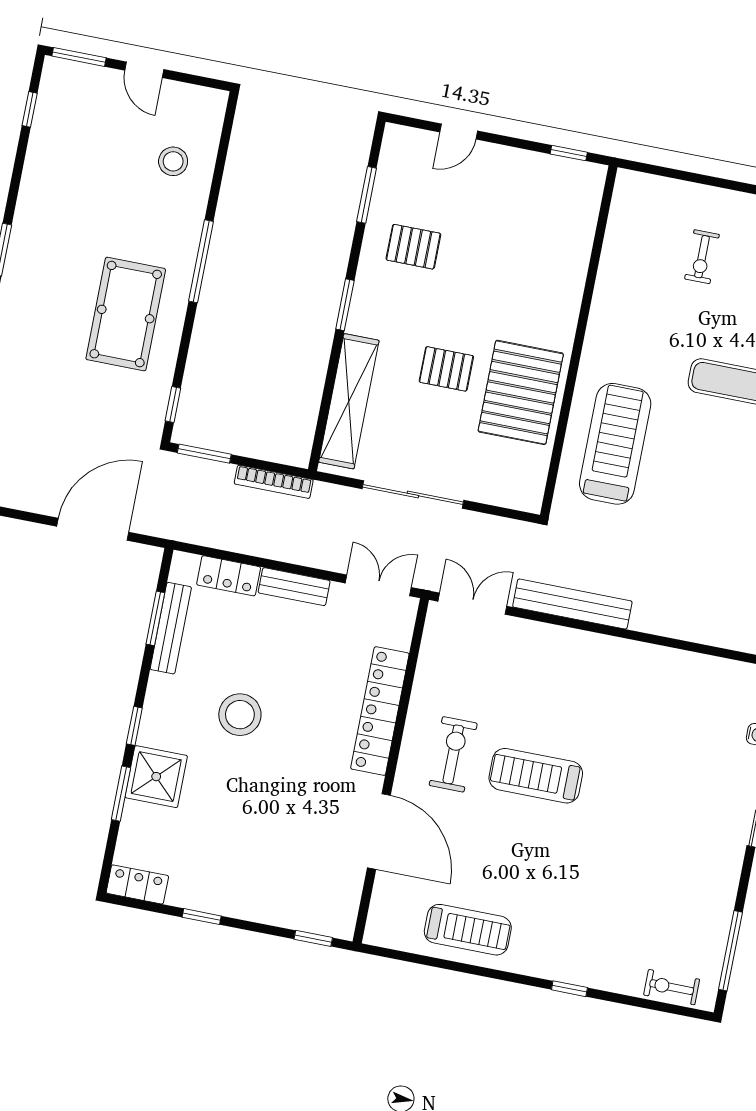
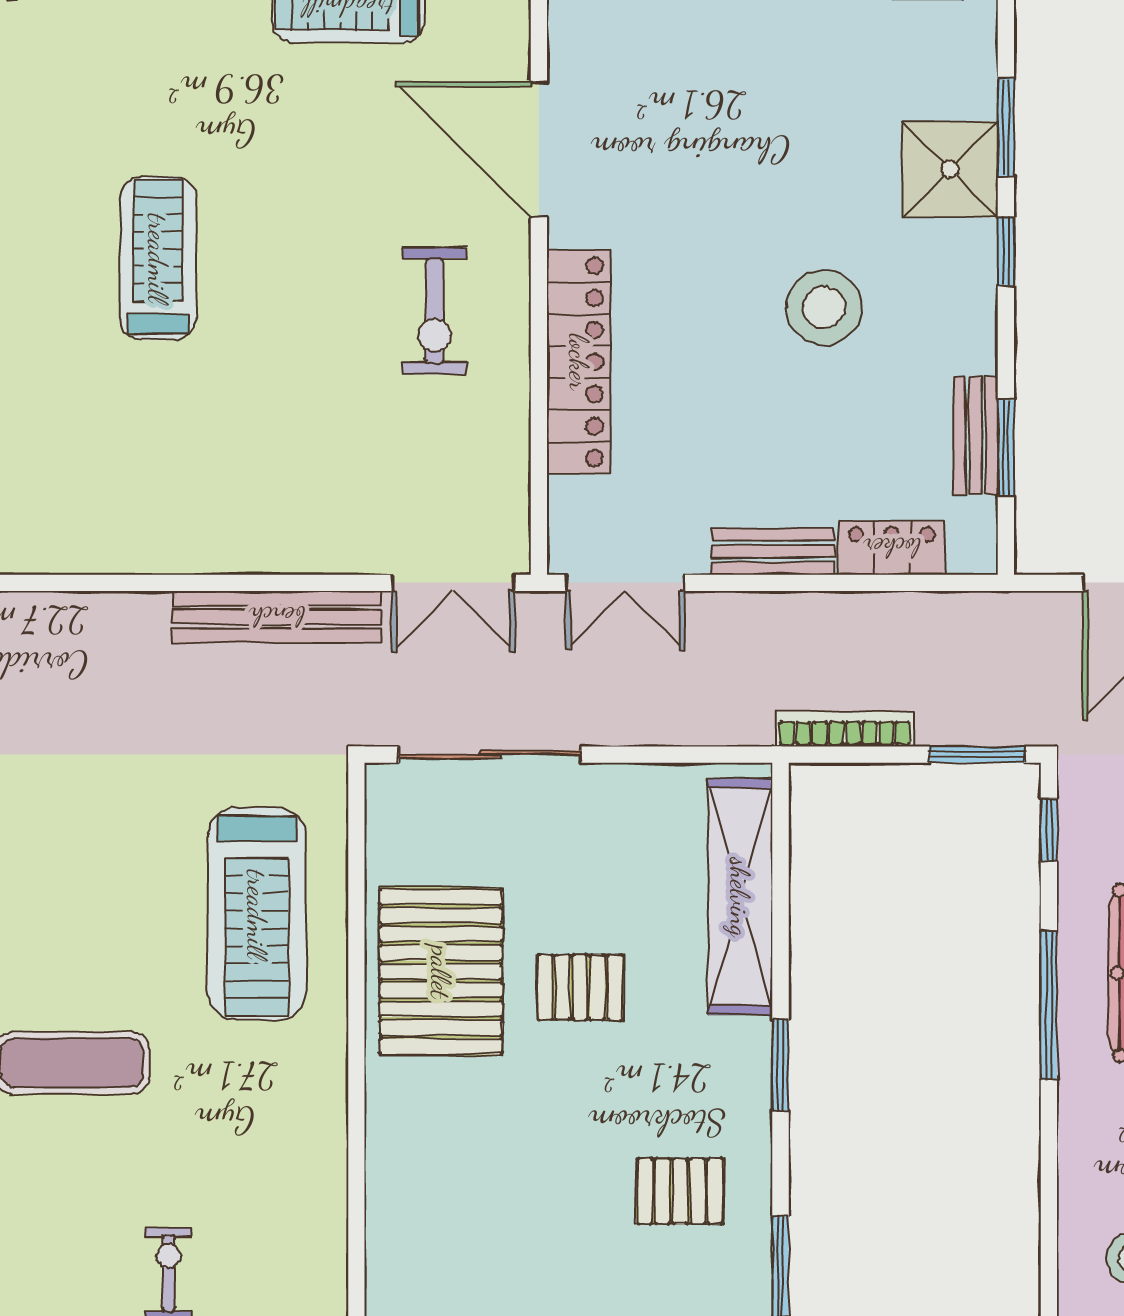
window: (201, 261) -> (1049, 1005), moved
sliding door: (413, 495) -> (490, 755), moved
bench: (171, 628) -> (975, 436), width x0.73
treadmill: (536, 776) -> (158, 258), moved, turned -90

